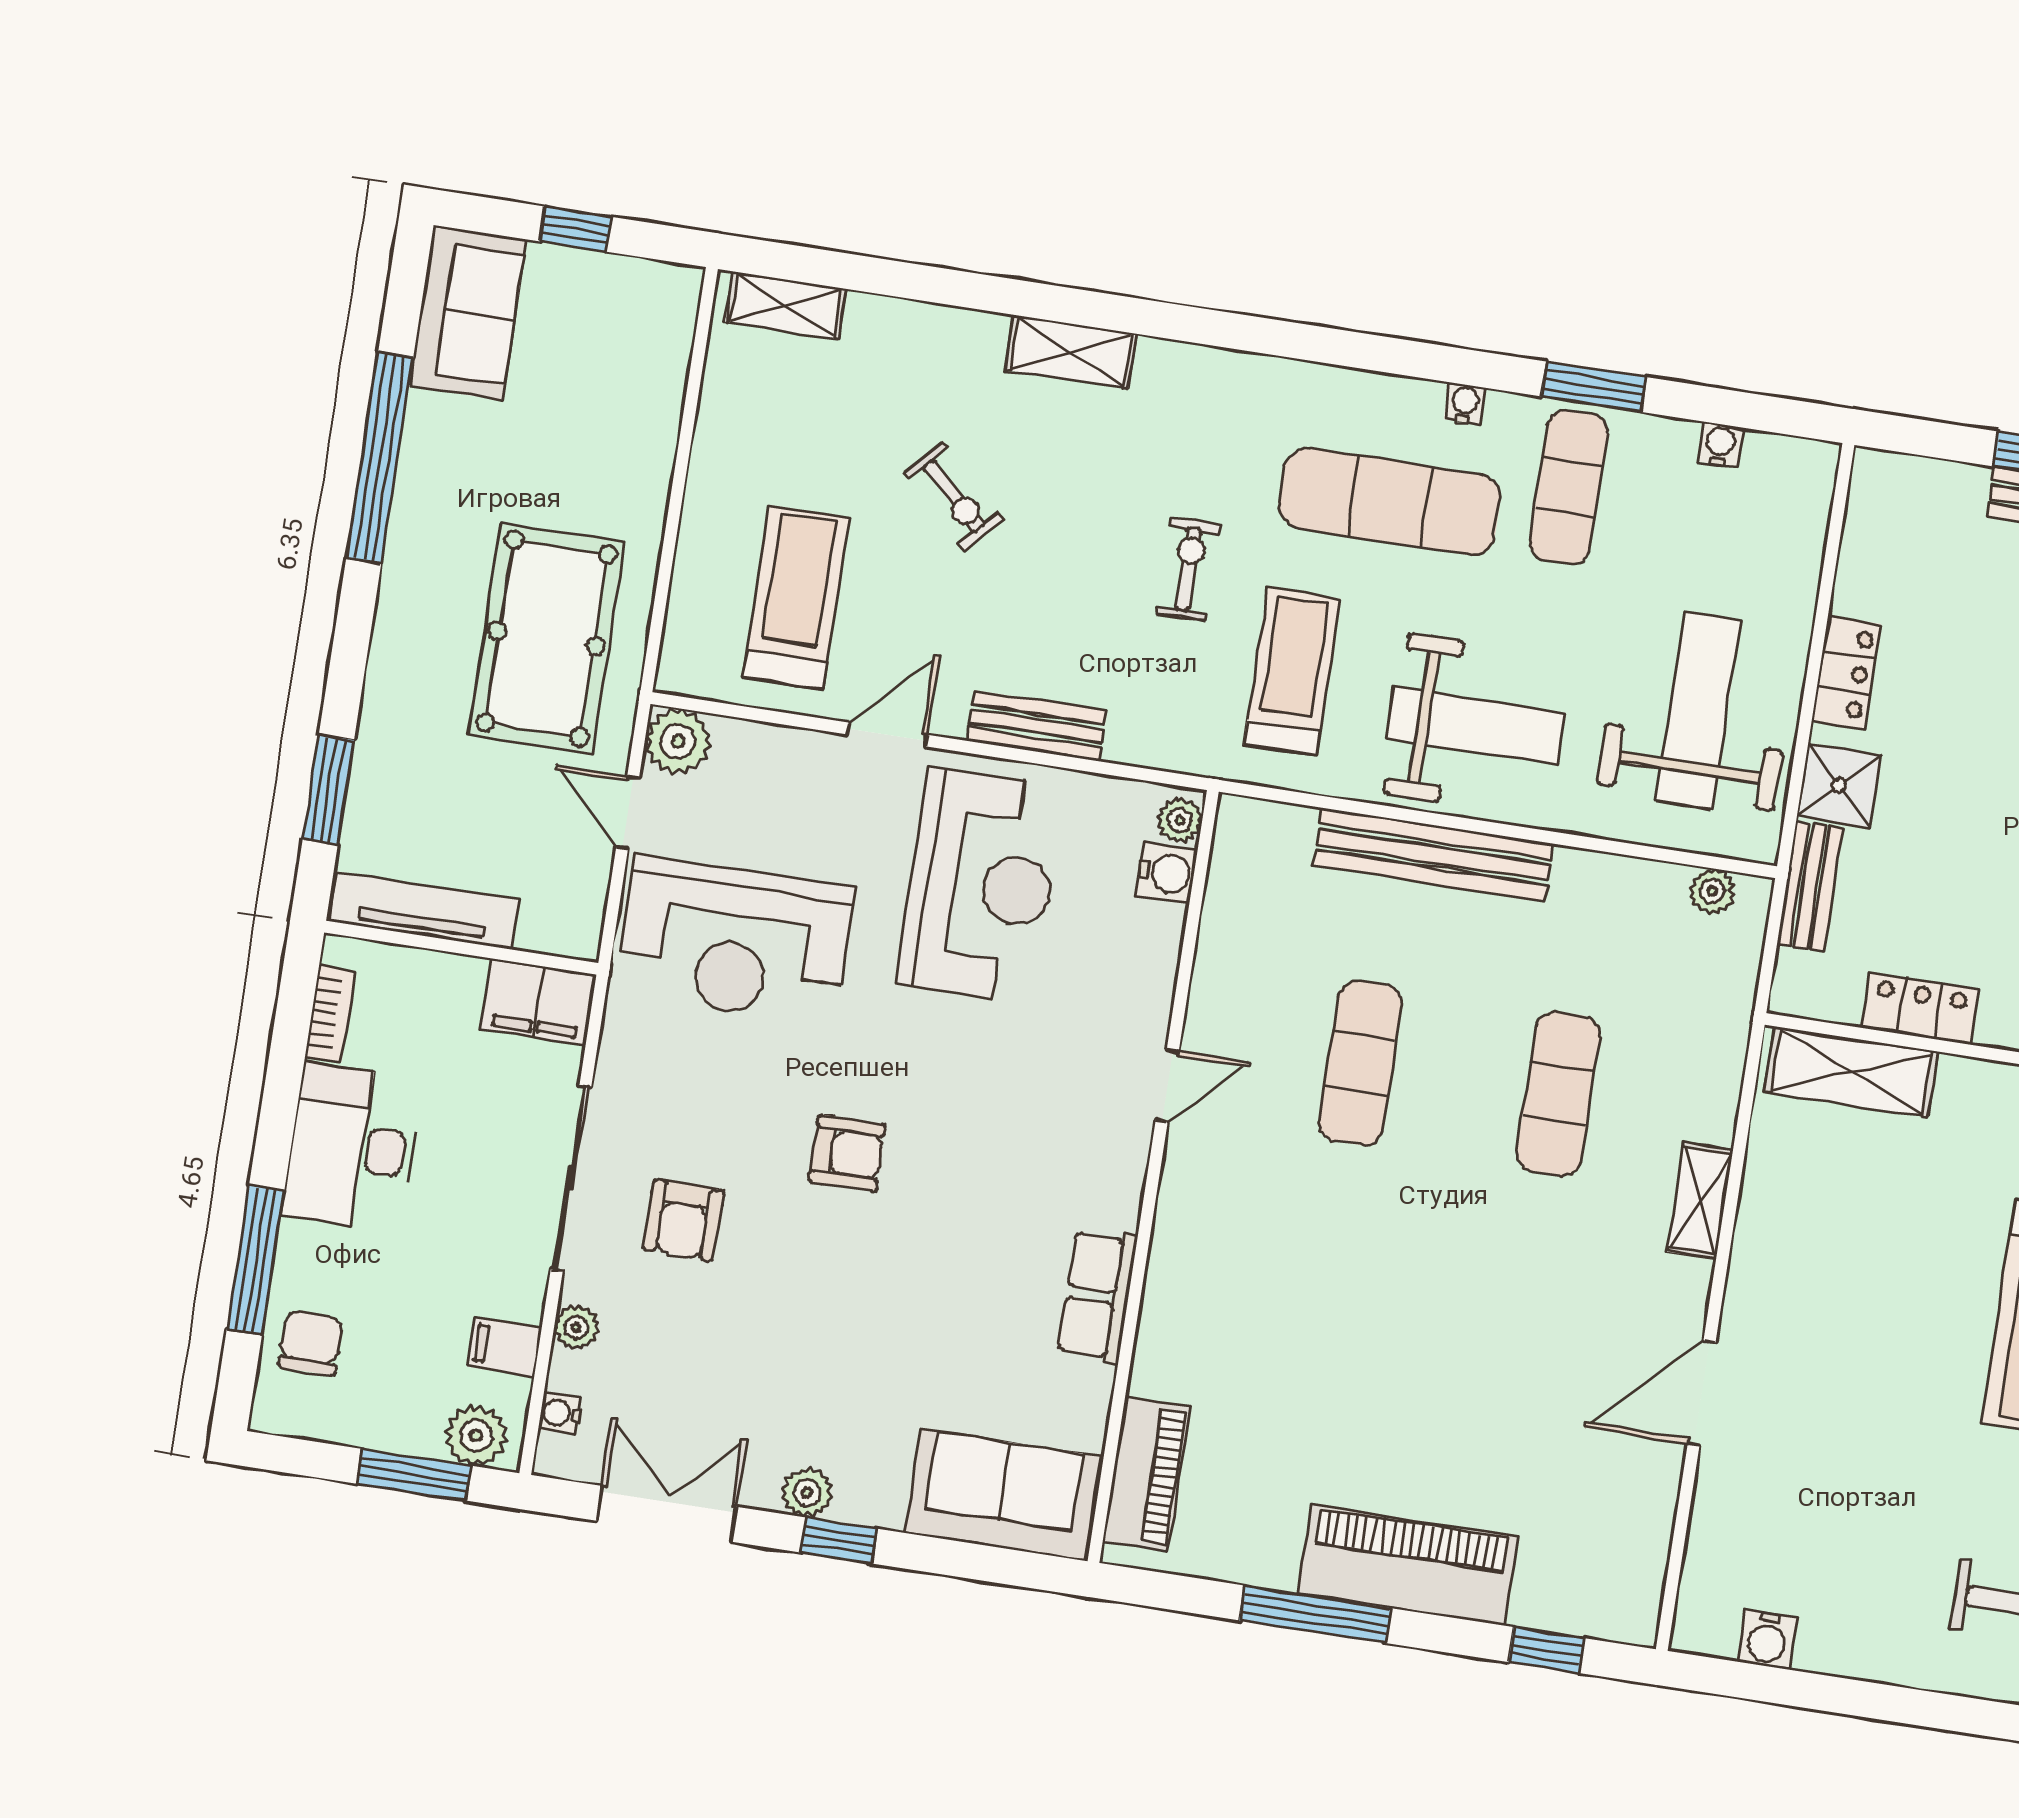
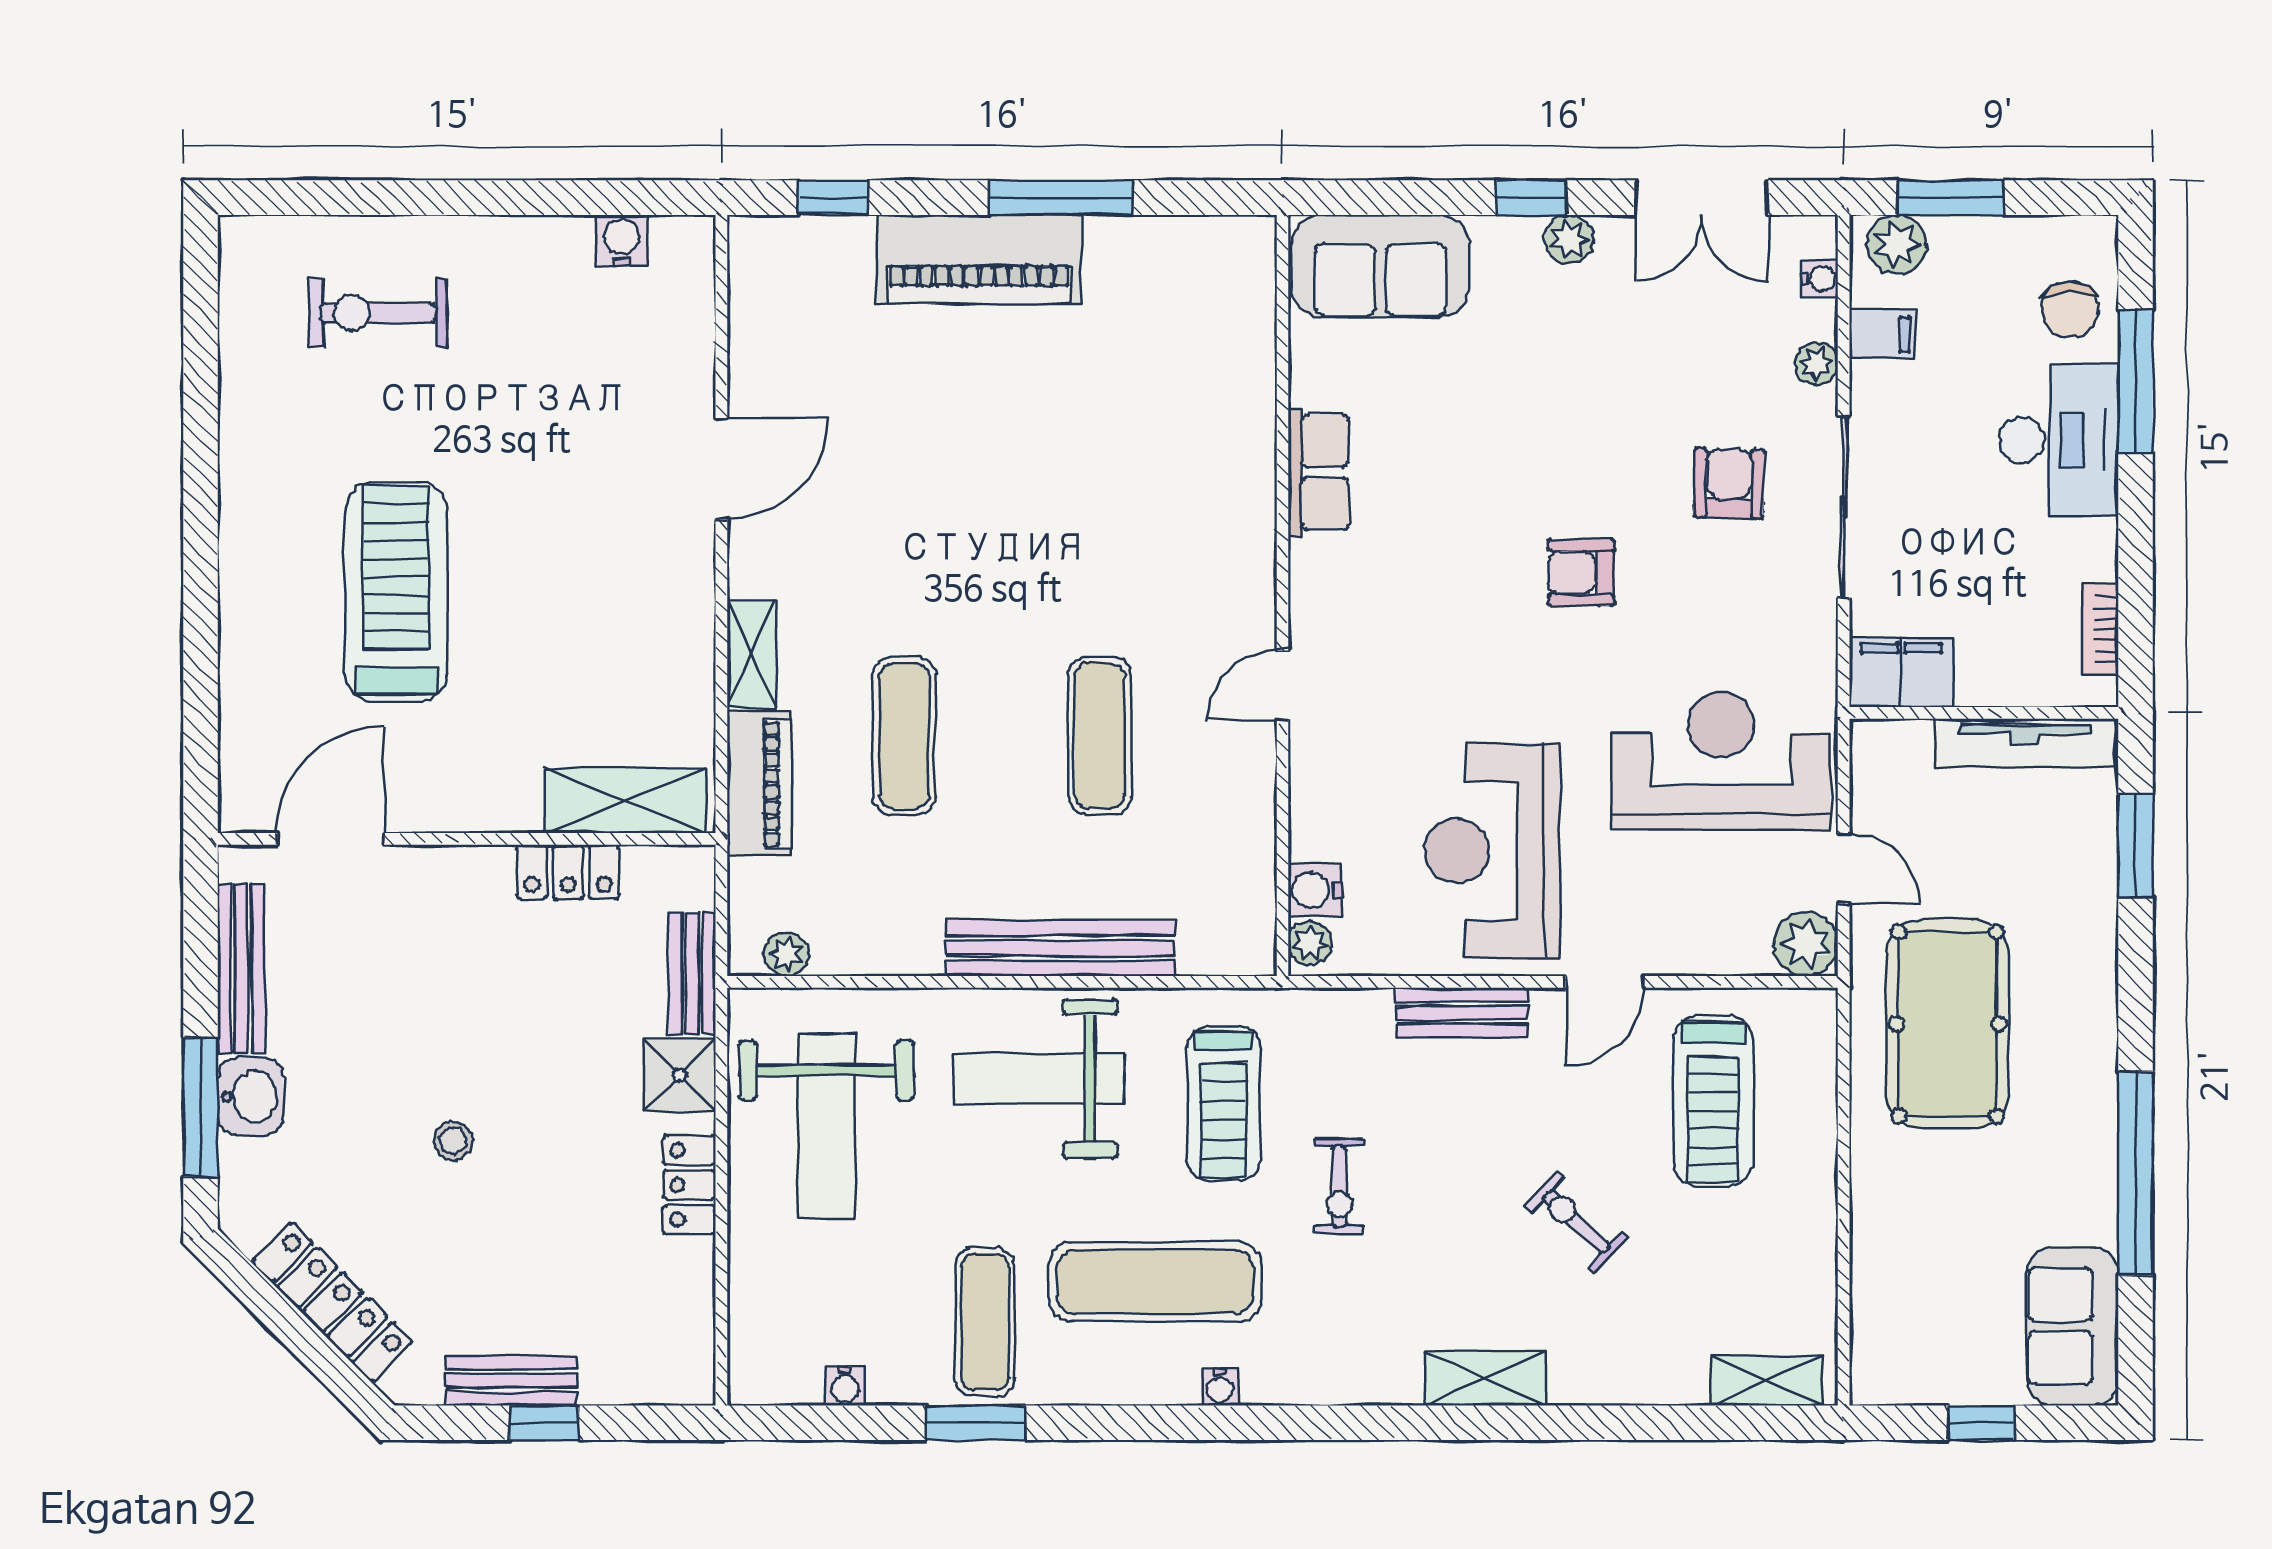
water cooler: (1465, 403) -> (1220, 1387), moved
desk: (353, 1147) -> (2059, 440), moved
piano: (1146, 1474) -> (759, 784), moved, turned 180

